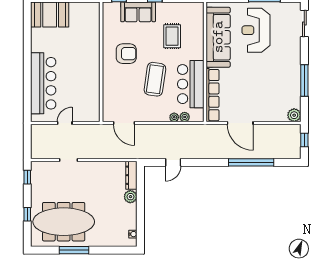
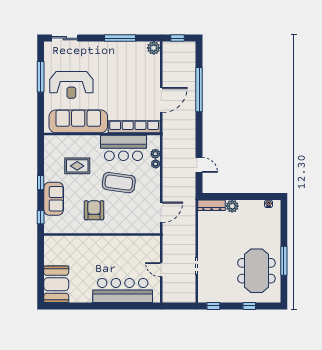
meeting table: (64, 222) -> (256, 271), width x0.73

